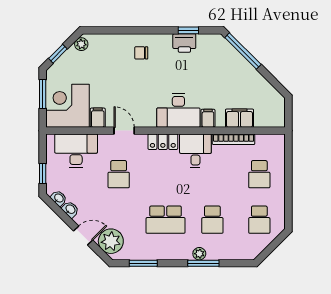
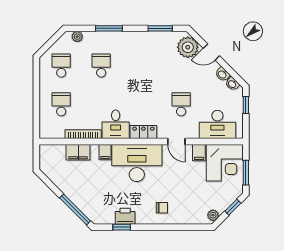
desk: (178, 111) -> (137, 163), width x1.36, depth x1.30
school desk: (166, 220) -> (141, 66), removed
plant: (199, 254) -> (77, 37), moved

